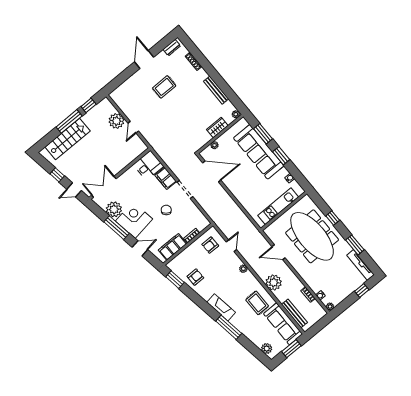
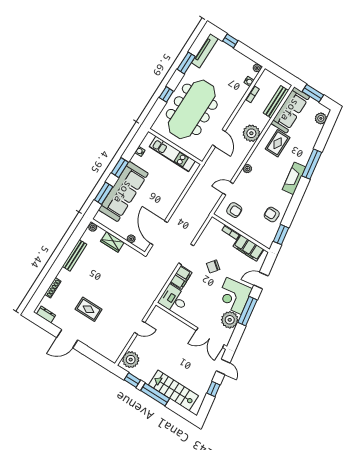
plant: (116, 121) -> (131, 360), moved
door: (140, 248) -> (261, 281), hinge flipped

